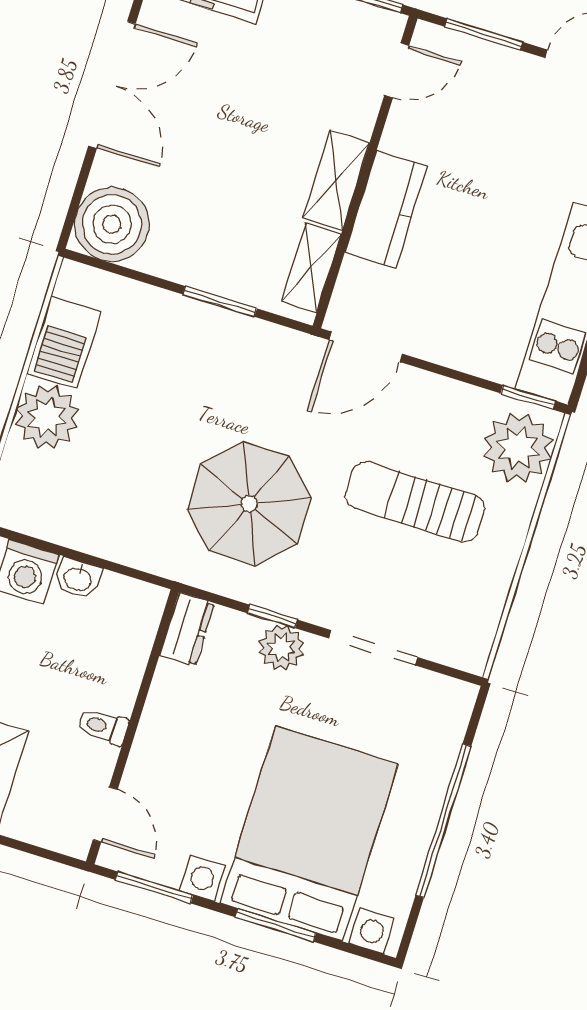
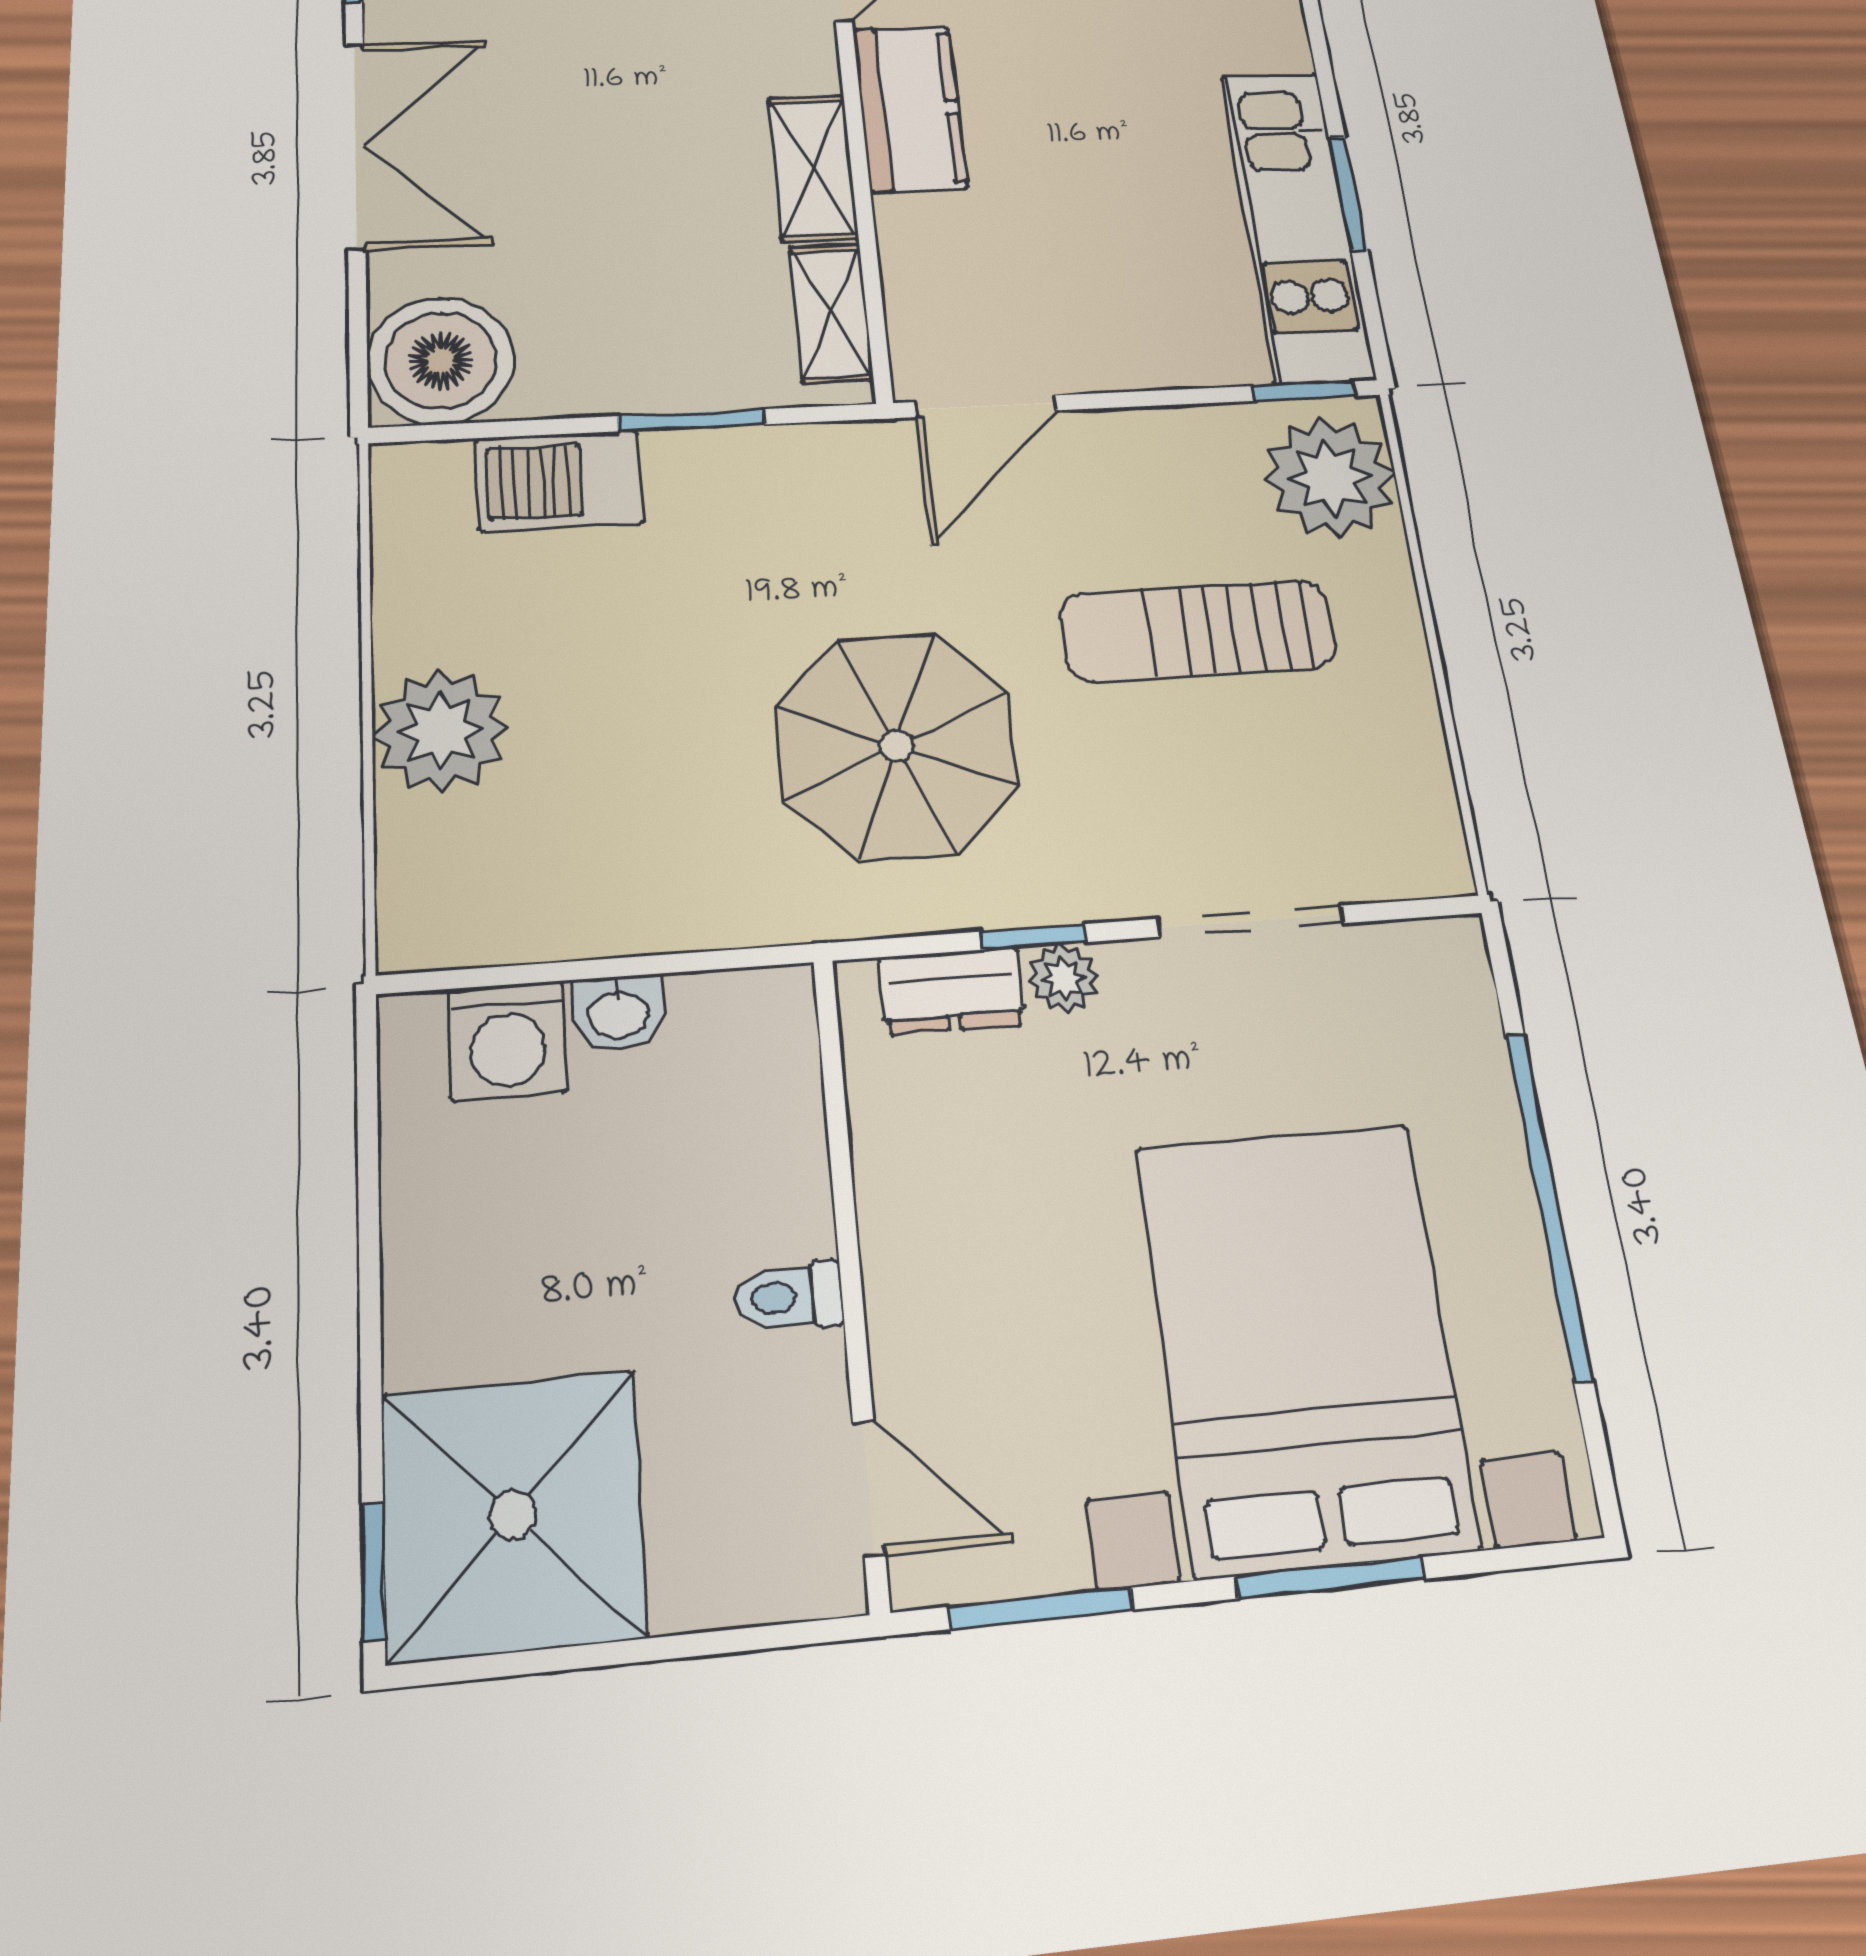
kitchen counter: (386, 209) -> (909, 108), moved
barbecue: (64, 343) -> (559, 481), moved, turned 90
dresser: (187, 629) -> (952, 991), moved, turned 90
plant: (281, 648) -> (1063, 978), width x0.73, depth x0.73

